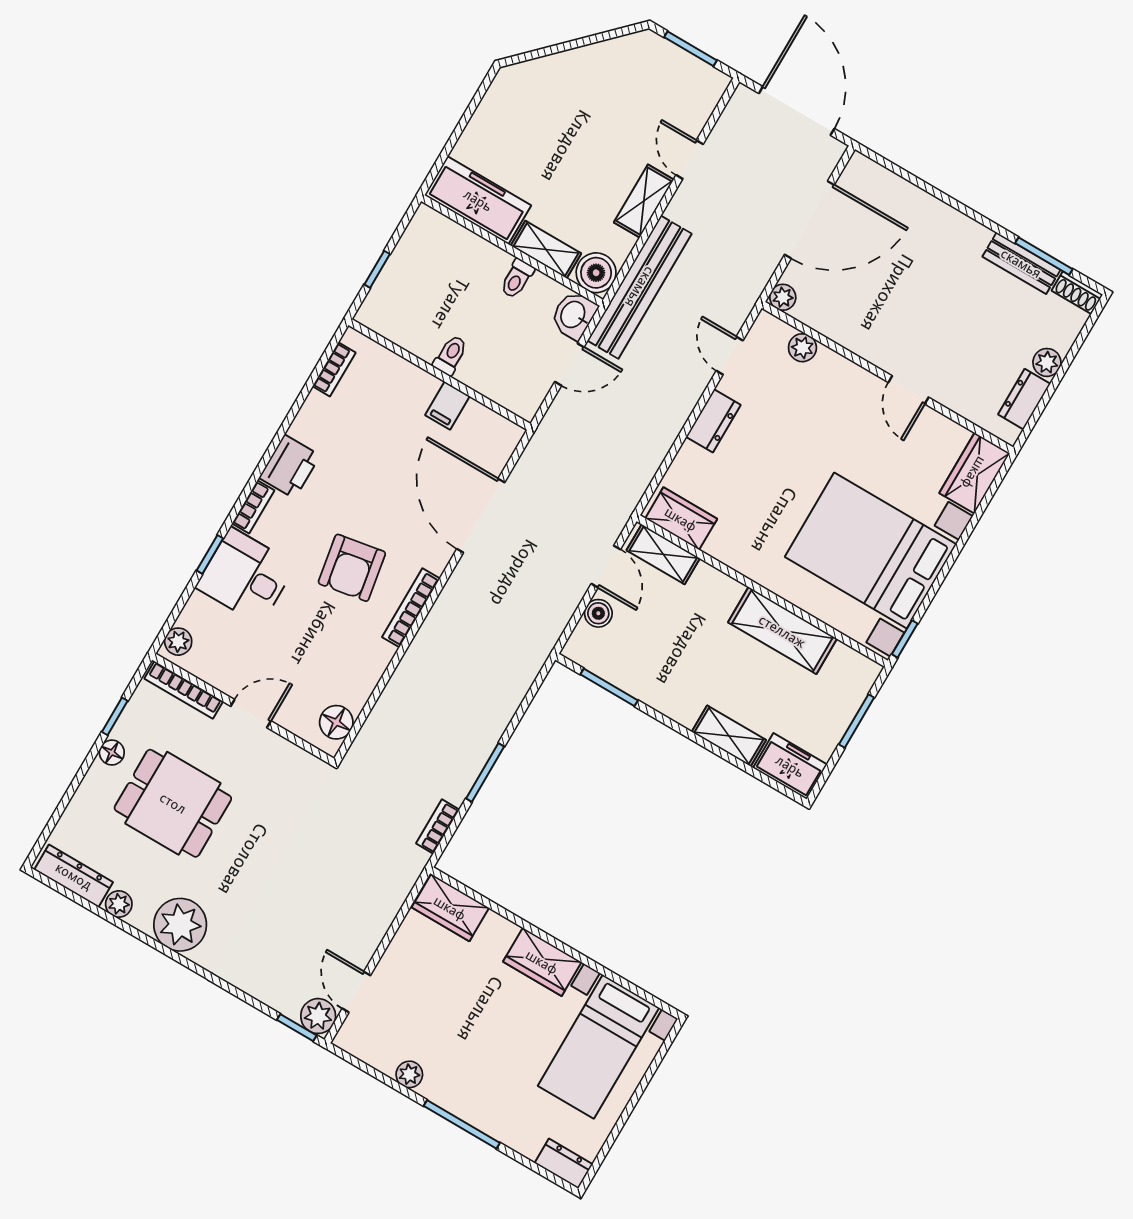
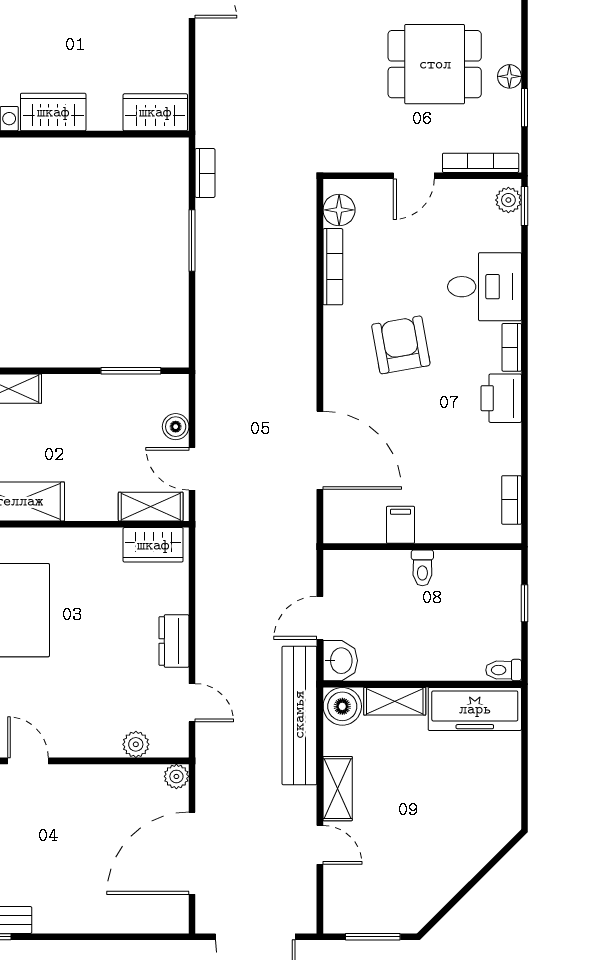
toilet: (517, 279) -> (504, 670), moved, turned -90
window: (210, 554) -> (525, 206), moved
bookcase: (411, 608) -> (333, 267), moved

